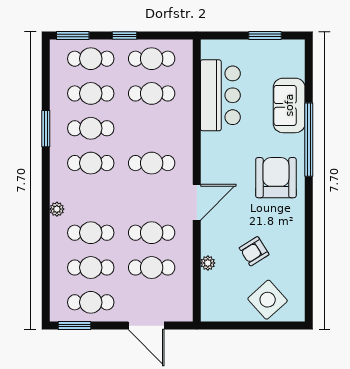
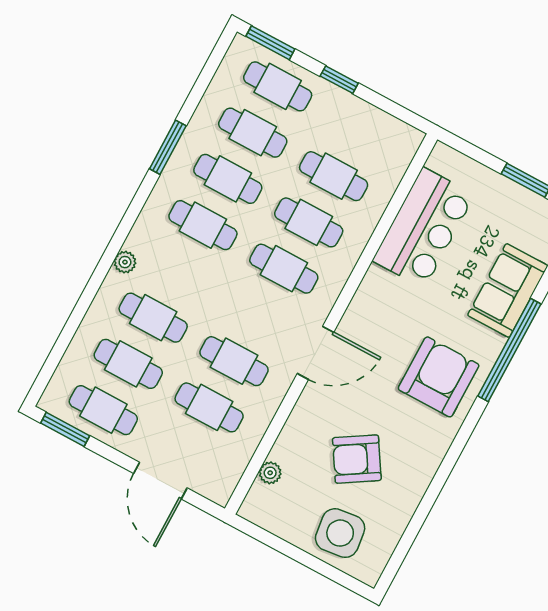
cafe table: (152, 59) -> (309, 222), moved
armchair: (254, 251) -> (357, 459), width x1.38, depth x1.38
plant: (208, 263) -> (270, 473), moved
side table: (268, 300) -> (340, 533), turned 35

